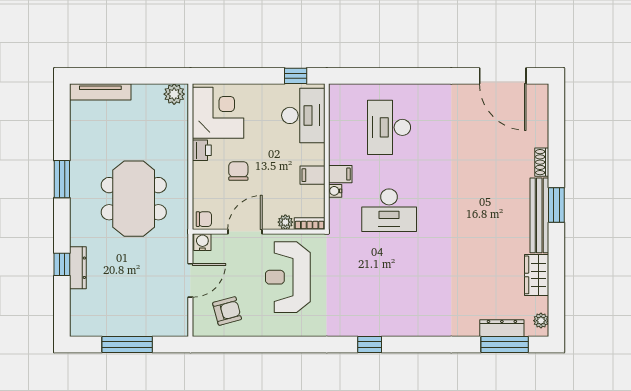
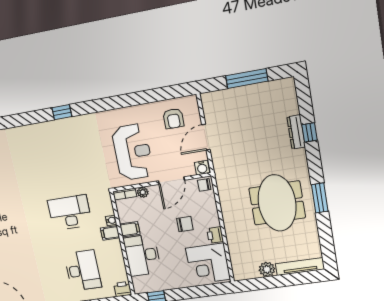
printer: (339, 93) -> (123, 289), added
plant: (174, 94) -> (267, 269), moved
desk: (303, 115) -> (142, 255), moved
chair: (238, 171) -> (185, 224), turned -90
meeting table: (134, 199) -> (277, 203), moved
armchair: (227, 311) -> (173, 119), turned -75

